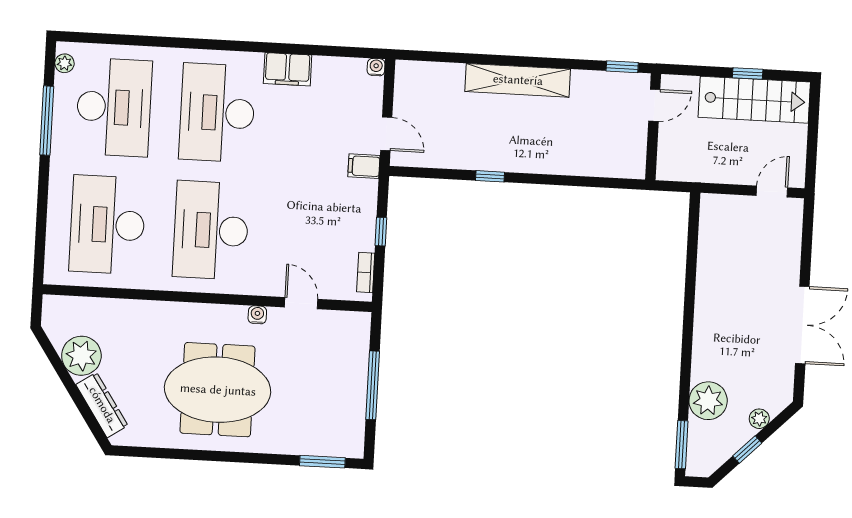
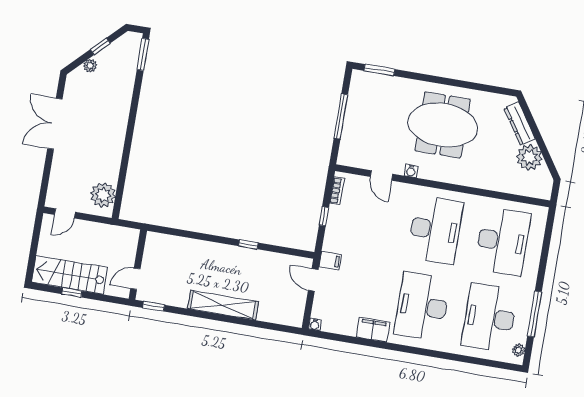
desk: (217, 113) -> (422, 306), turned 180
plant: (708, 401) -> (103, 195), moved

